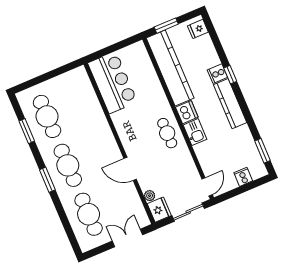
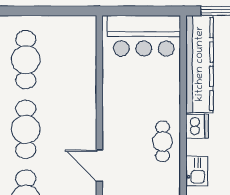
bar counter: (113, 82) -> (144, 36), moved, turned 90
kitchen sink: (195, 132) -> (197, 171), moved

